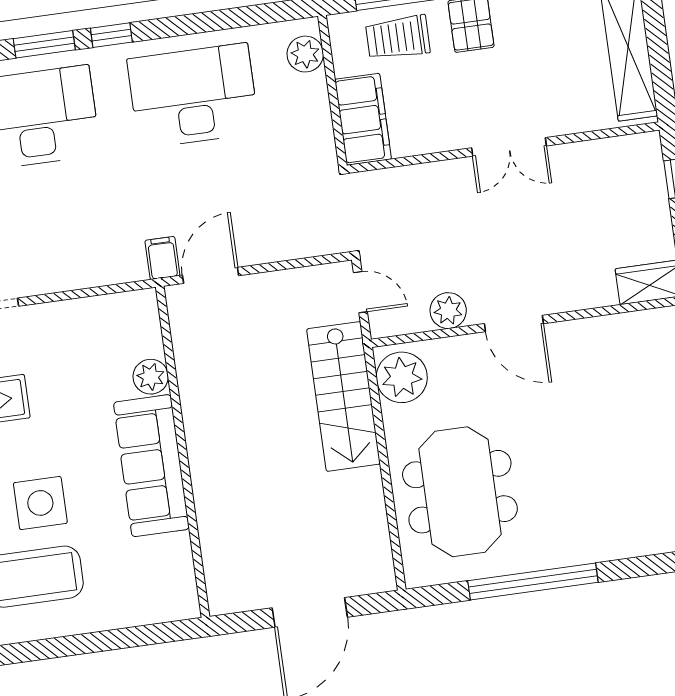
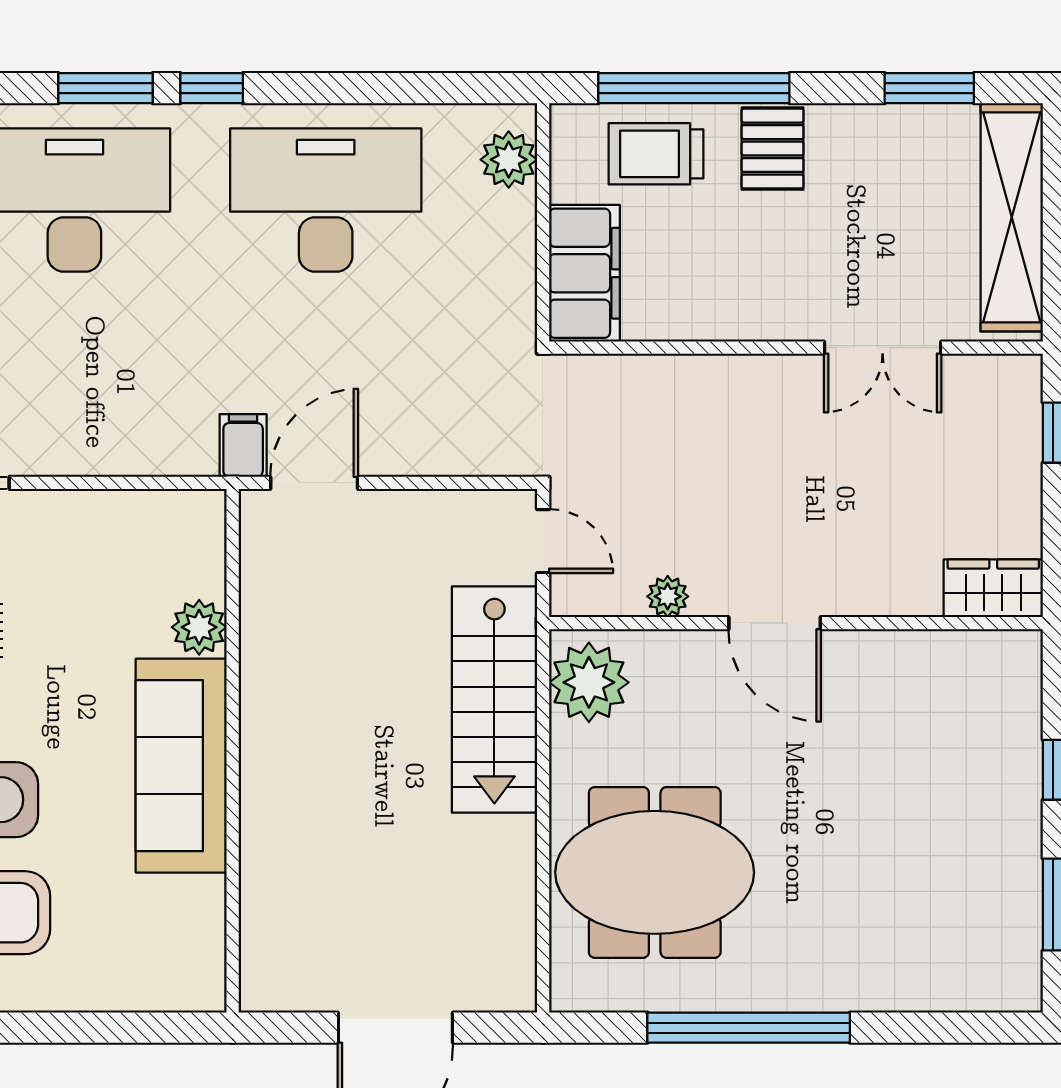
double door: (509, 147) -> (883, 348), moved
plant: (448, 311) -> (668, 596), width x0.73, depth x0.73
meeting table: (460, 492) -> (655, 872), turned 90

